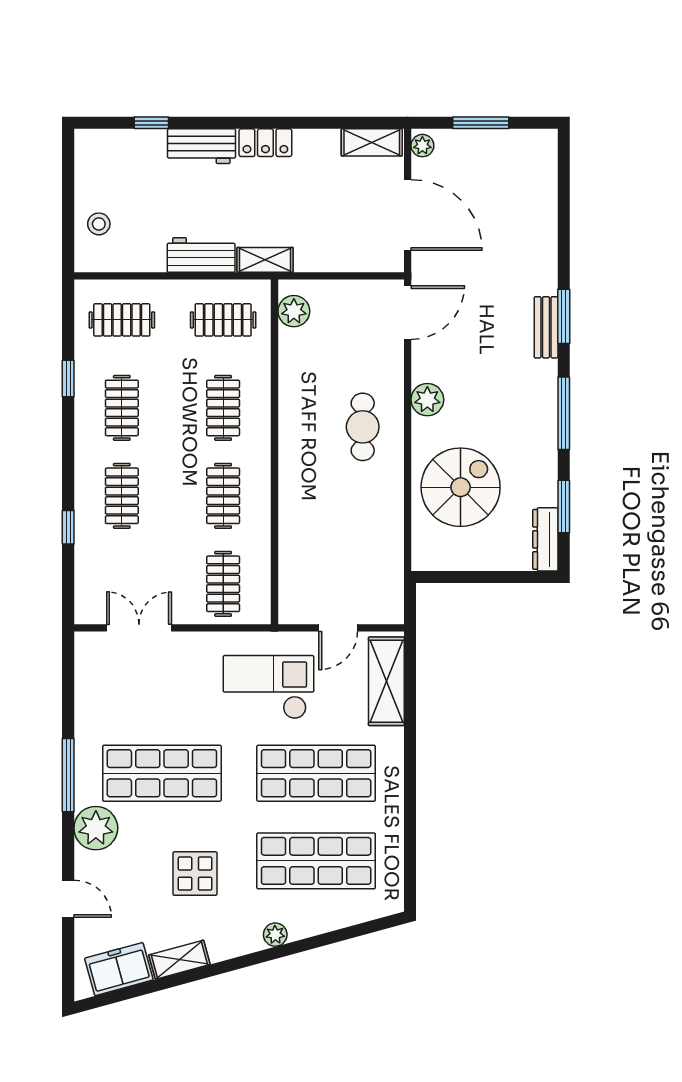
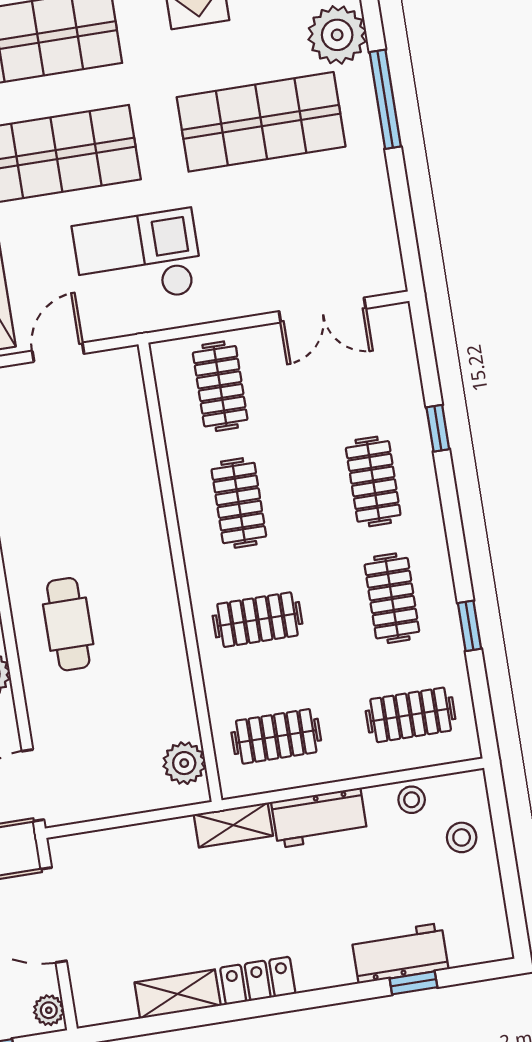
shelving: (372, 142) -> (178, 994), moved
workbench: (201, 146) -> (400, 953), moved
stool: (131, 258) -> (412, 800), added
clothes rail: (223, 408) -> (257, 620), turned 90
checkout: (268, 687) -> (138, 259), turned 180

